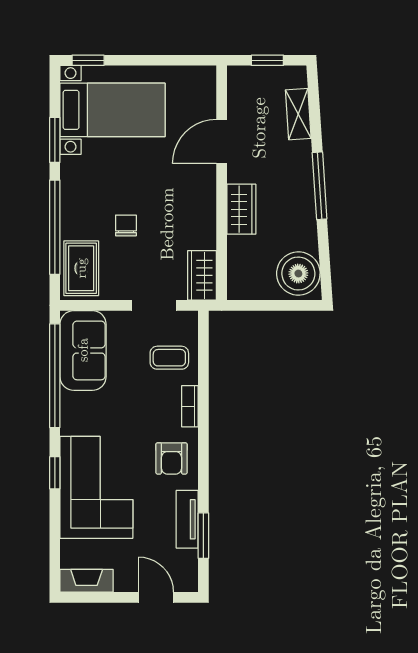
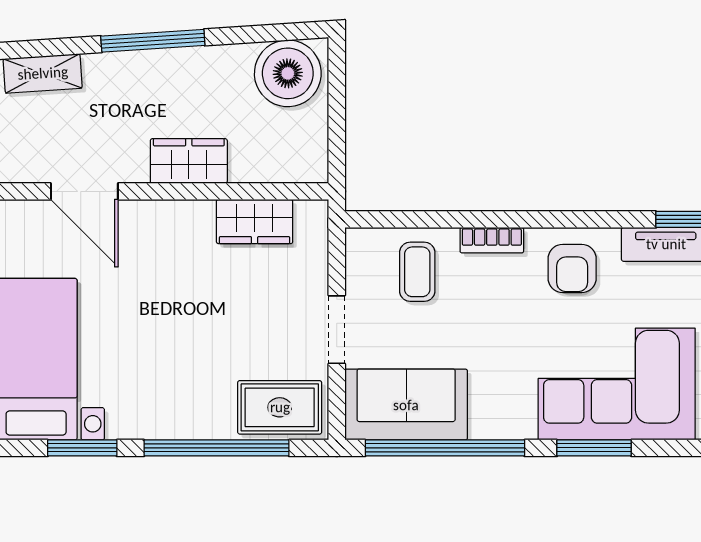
chair: (126, 225) -> (214, 339), removed
wardrobe: (202, 275) -> (255, 221), moved
doorway: (154, 305) -> (337, 330), moved
armchair: (171, 458) -> (572, 268), turned 90
window: (55, 473) -> (594, 448), width x1.50

